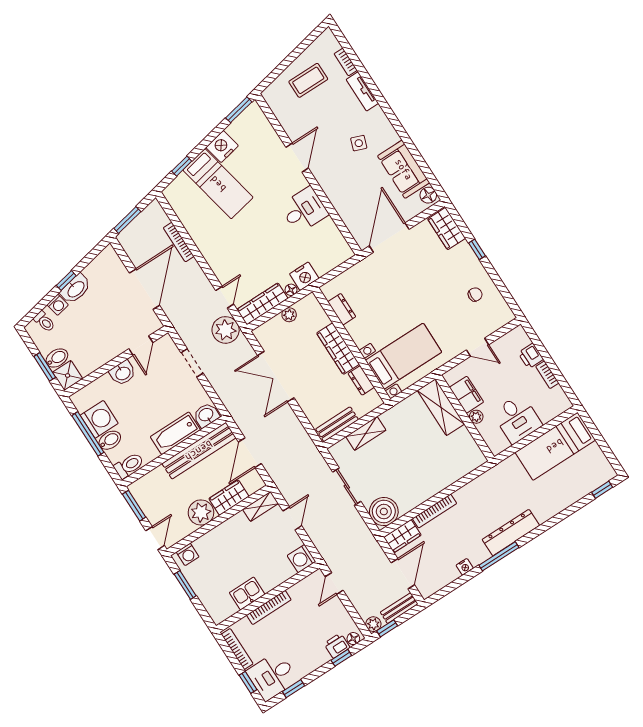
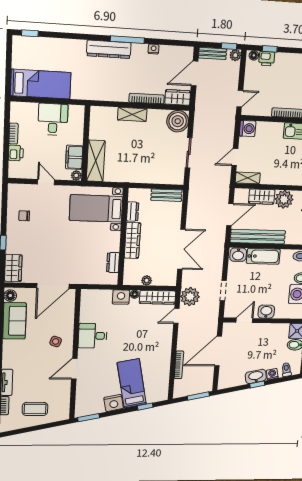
side table: (359, 143) -> (56, 341), moved
plant: (476, 417) -> (76, 175), moved
shelving: (366, 433) -> (132, 114), moved

